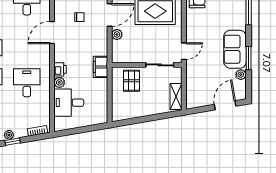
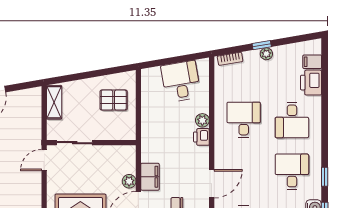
filing cabinet: (101, 67) -> (150, 177), moved
pallet: (131, 81) -> (114, 100), moved, turned 90
desk: (27, 83) -> (244, 120), turned 180
desk: (69, 103) -> (181, 81), moved, turned -100

